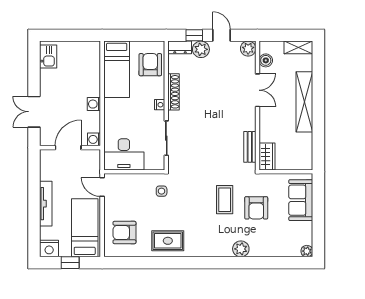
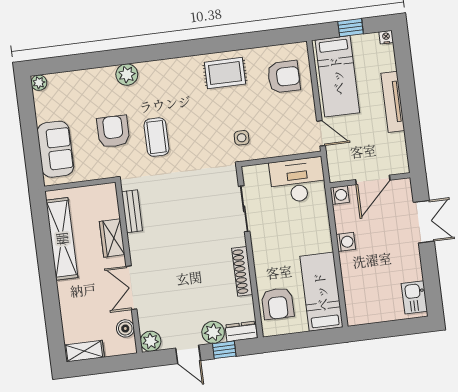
shelving: (304, 102) -> (62, 239), moved
nightstand: (160, 105) -> (259, 252), removed
wardrobe: (267, 156) -> (112, 238), moved
nightstand: (49, 249) -> (386, 37), width x0.53, depth x0.56

